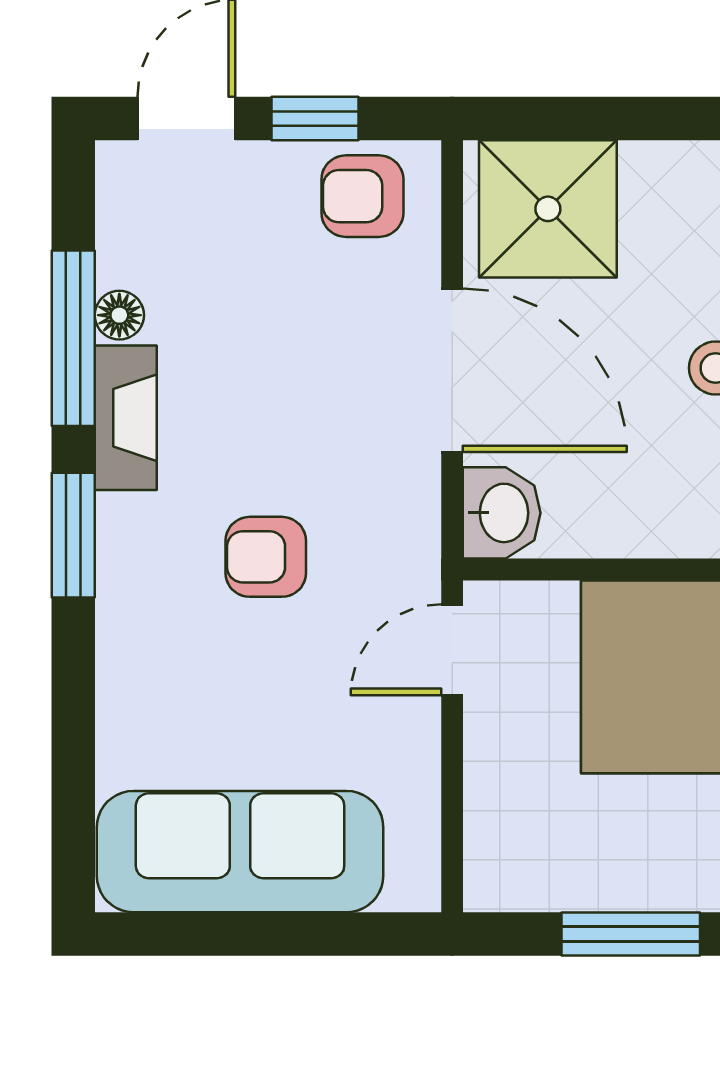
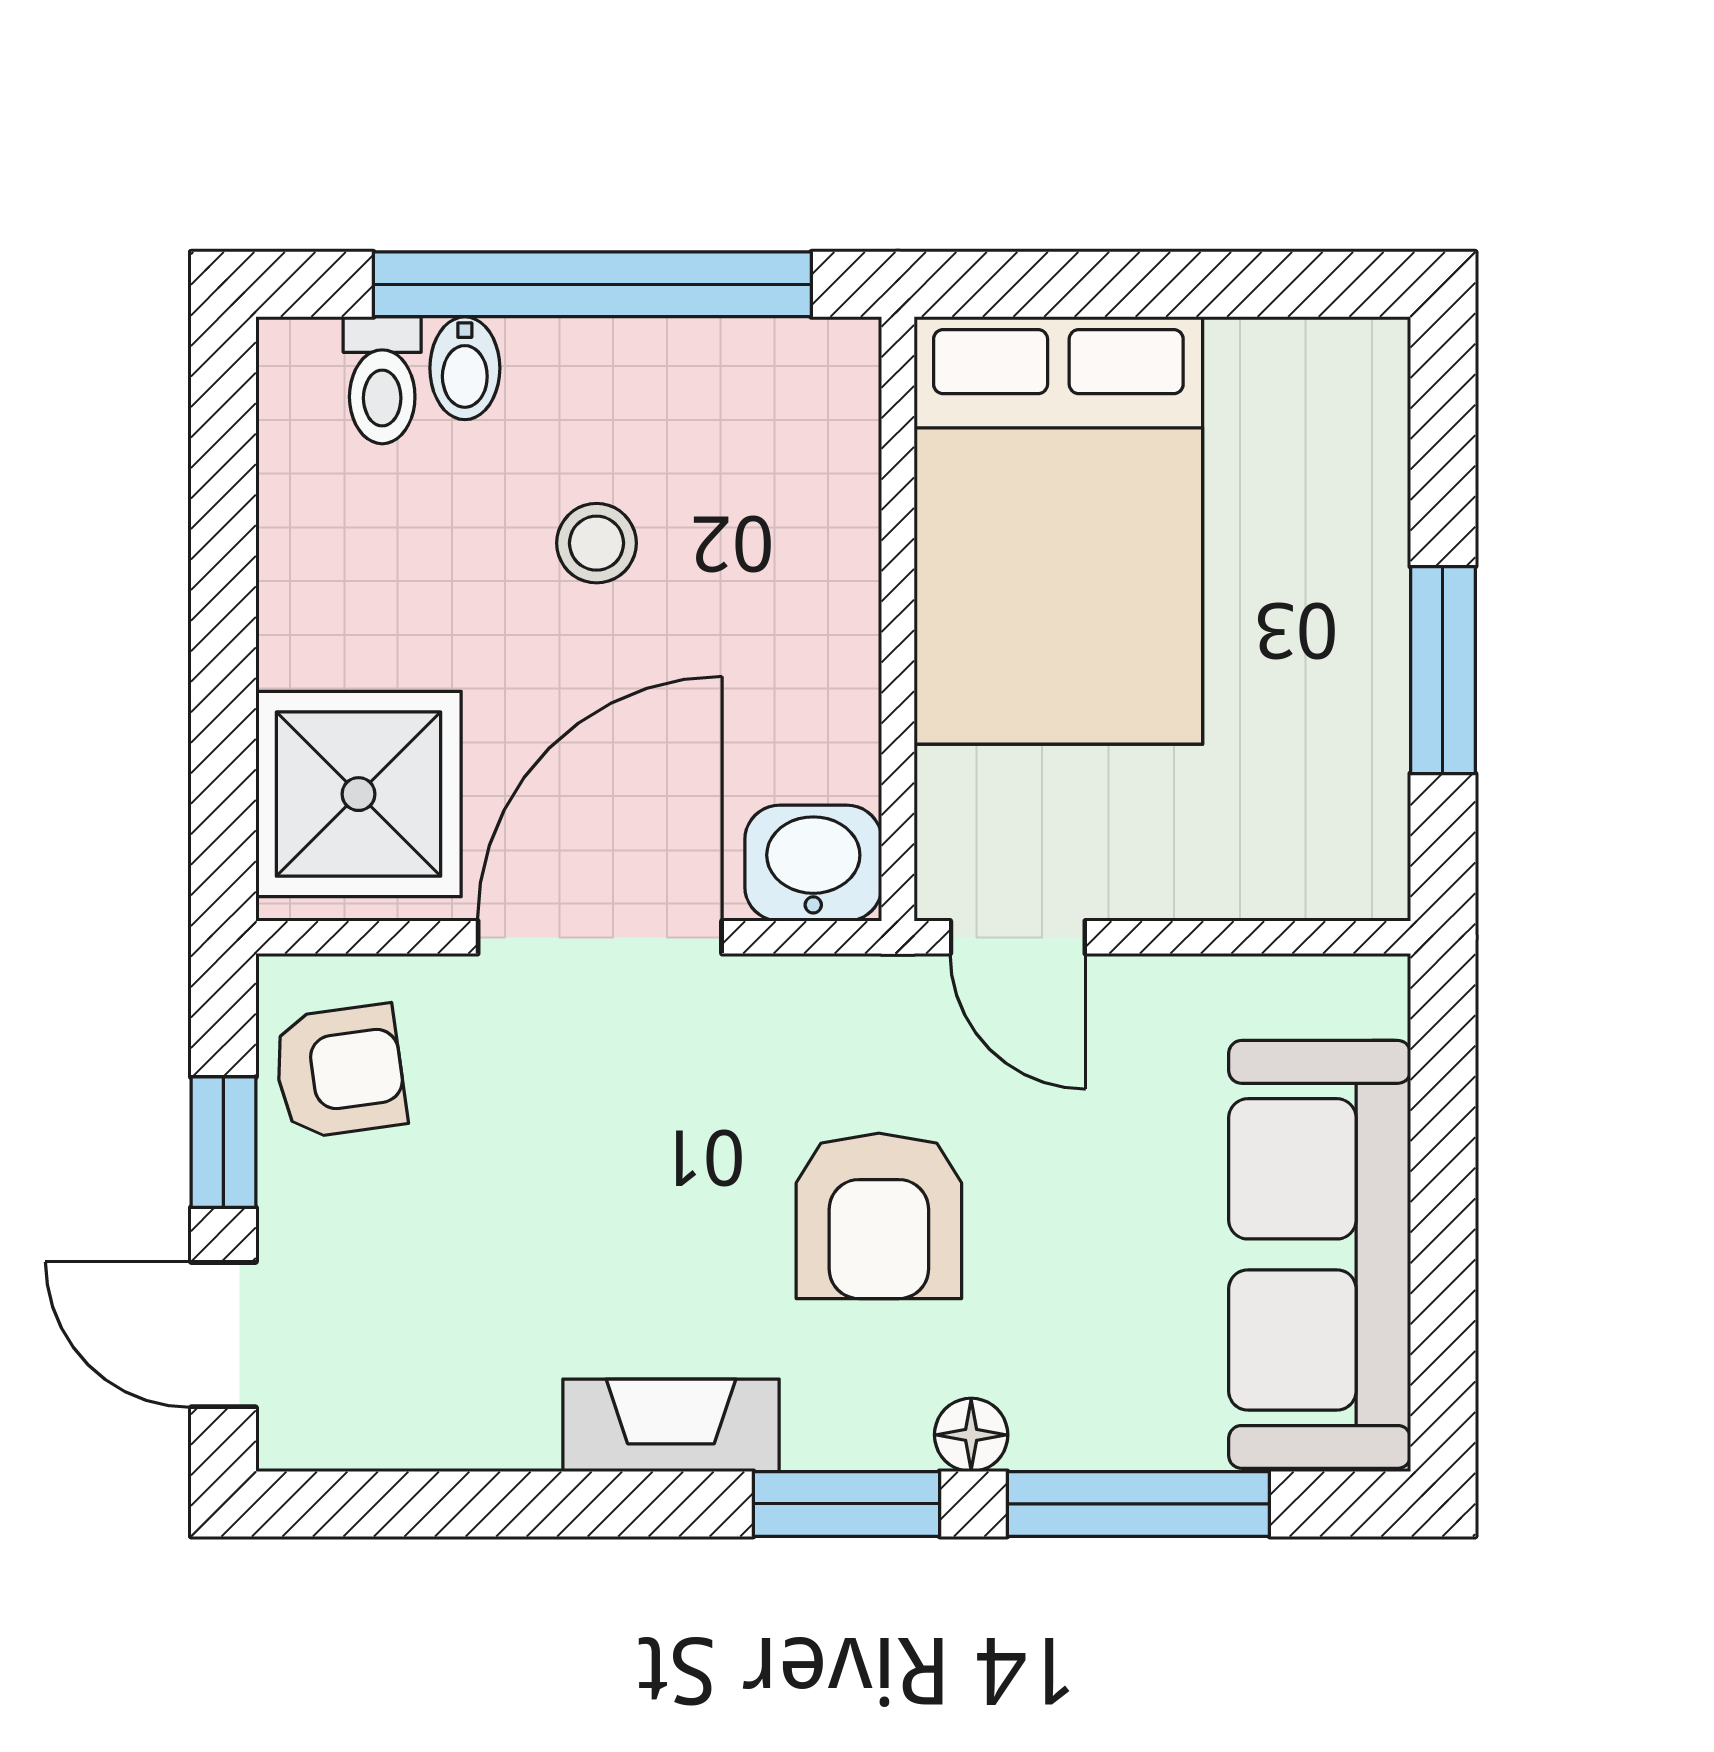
armchair: (362, 196) -> (339, 1071), turned -98
floor lamp: (119, 315) -> (971, 1435), moved
window: (73, 338) -> (1138, 1504), moved
armchair: (266, 557) -> (879, 1216), width x1.38, depth x1.38

